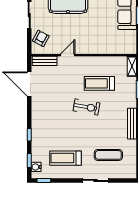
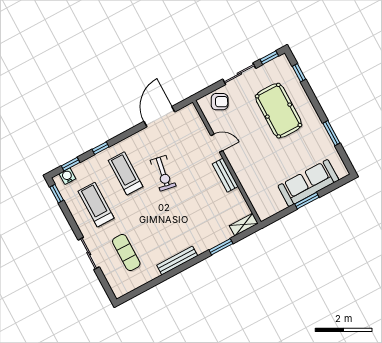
bench: (45, 61) -> (225, 175), moved
treadmill: (99, 83) -> (126, 173), moved
exercise bike: (86, 107) -> (163, 173), moved

